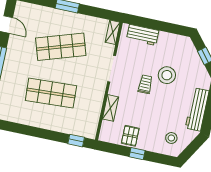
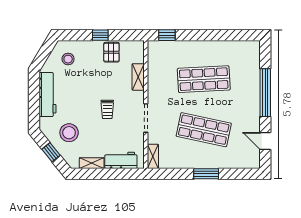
shelving: (170, 38) -> (92, 163), added
shop shelf: (61, 47) -> (204, 130), turned 30
stool: (167, 75) -> (69, 133), moved

